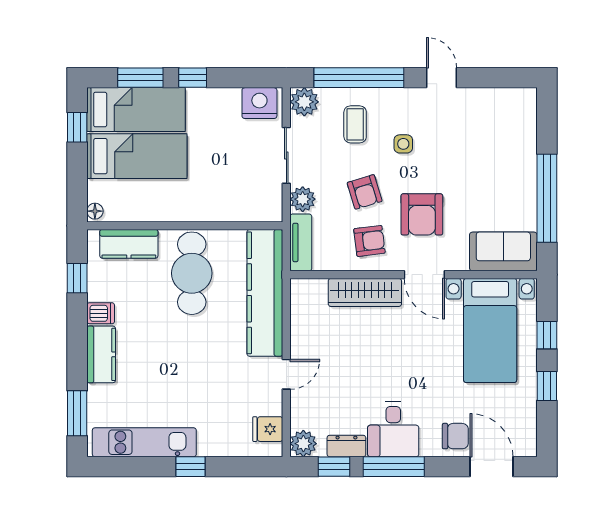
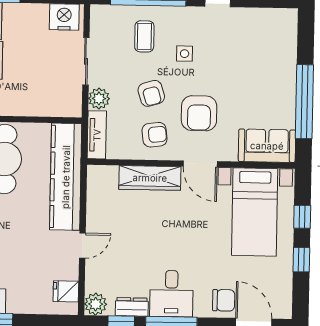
plant: (304, 102) -> (102, 17), removed

